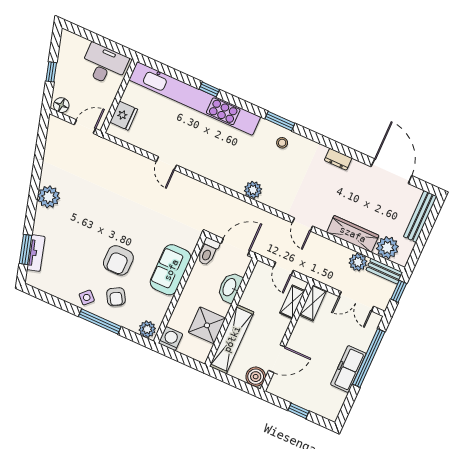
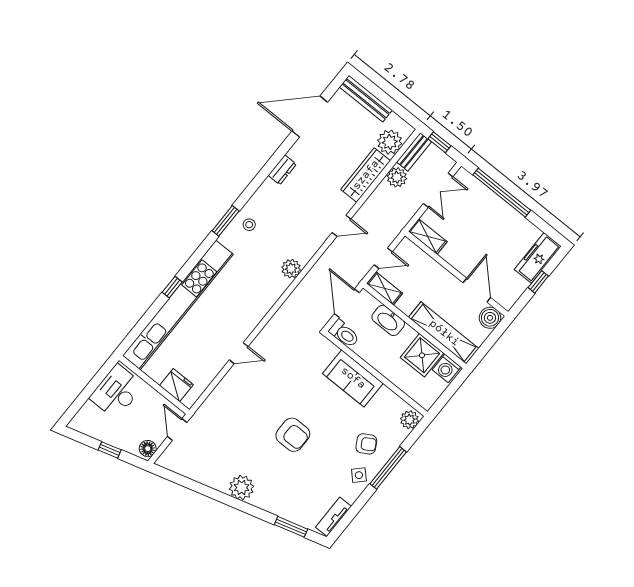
tv unit: (36, 253) -> (334, 517), moved, turned -74
armchair: (118, 260) -> (293, 435), moved
shelving: (292, 302) -> (385, 289), moved
washing machine: (171, 339) -> (447, 368), moved, turned -90
freezer: (348, 369) -> (538, 258), moved, turned 90

